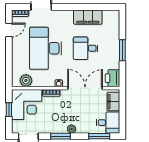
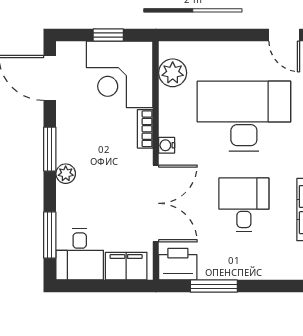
window: (122, 50) -> (214, 286), moved

